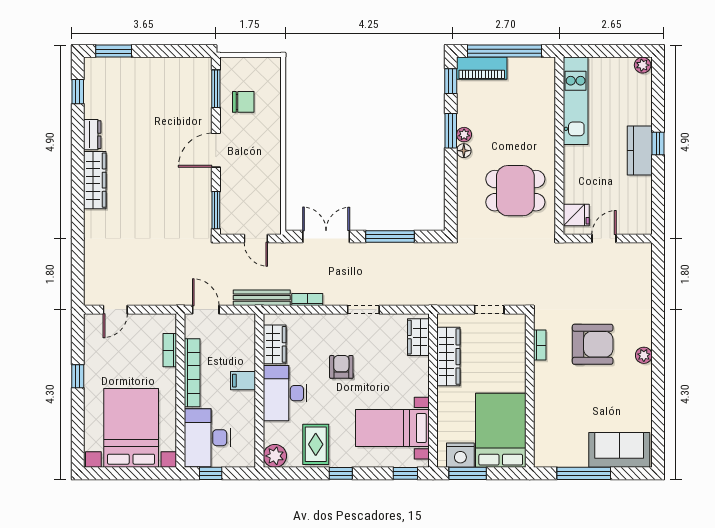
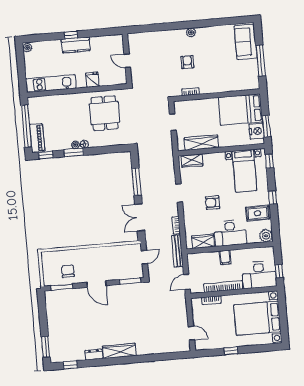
fridge: (576, 215) -> (92, 80), moved
armchair: (593, 344) -> (187, 62), width x0.53, depth x0.53

